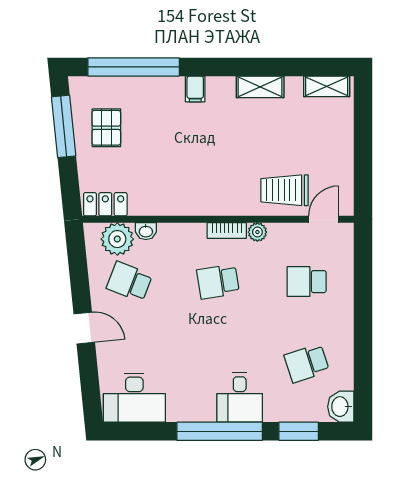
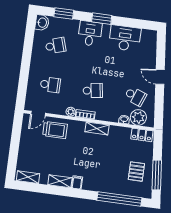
filing cabinet: (195, 89) -> (77, 182), moved
shelving: (199, 205) -> (97, 128), added
desk: (134, 398) -> (125, 38), moved
window: (220, 431) -> (102, 19), width x0.47

